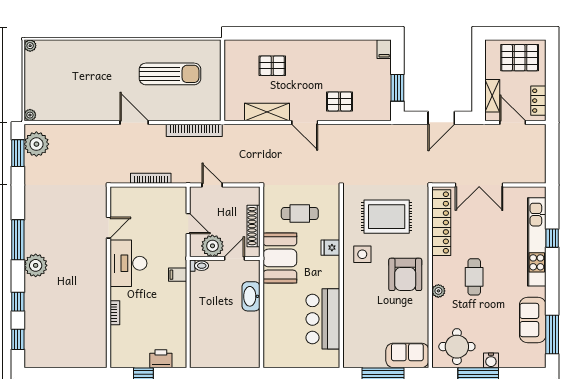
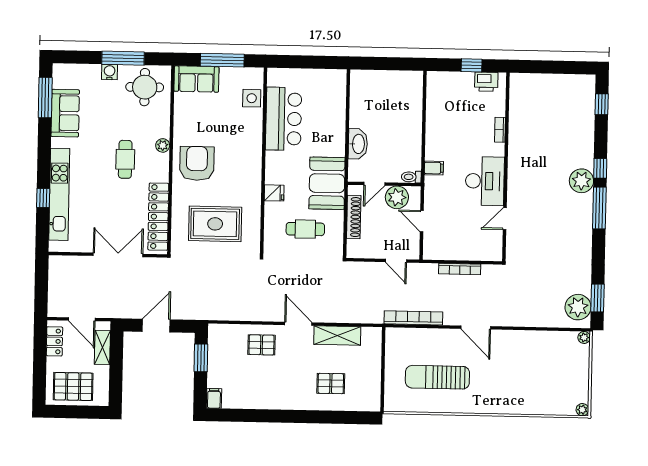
side table: (362, 254) -> (252, 98), moved
window: (18, 302) -> (600, 168), moved
printer: (161, 359) -> (486, 82), moved

